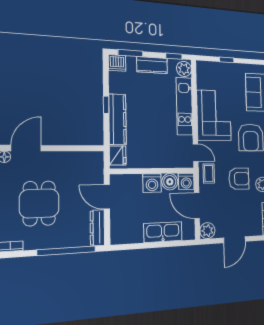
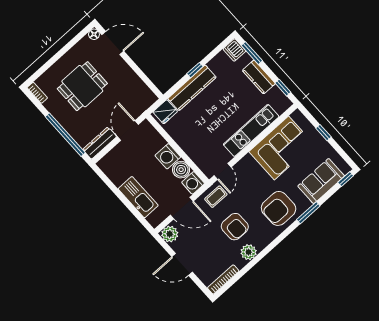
plant: (184, 69) -> (281, 104), removed
corner sofa: (214, 115) -> (281, 148), moved
door: (197, 206) -> (182, 208), swing flipped

